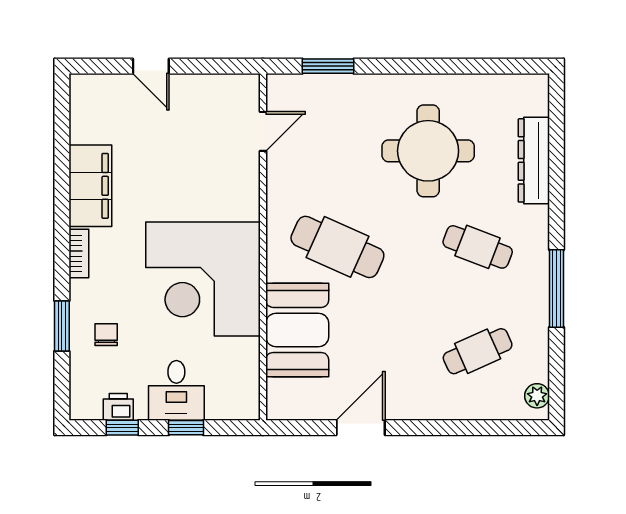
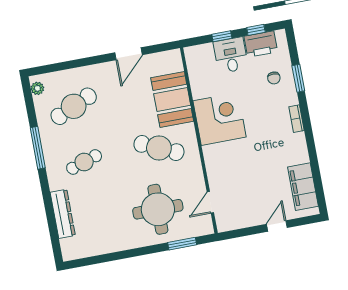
door: (151, 66) -> (277, 226), hinge flipped
round table: (428, 151) -> (158, 209), moved
filing cabinet: (90, 186) -> (303, 187), moved
cafe table: (478, 247) -> (84, 162), turned -39
corner desk: (203, 279) -> (220, 119), width x0.74, depth x0.74
cafe table: (478, 351) -> (74, 106), width x1.37, depth x1.35
printer: (118, 407) -> (261, 44), width x1.87, depth x1.48

